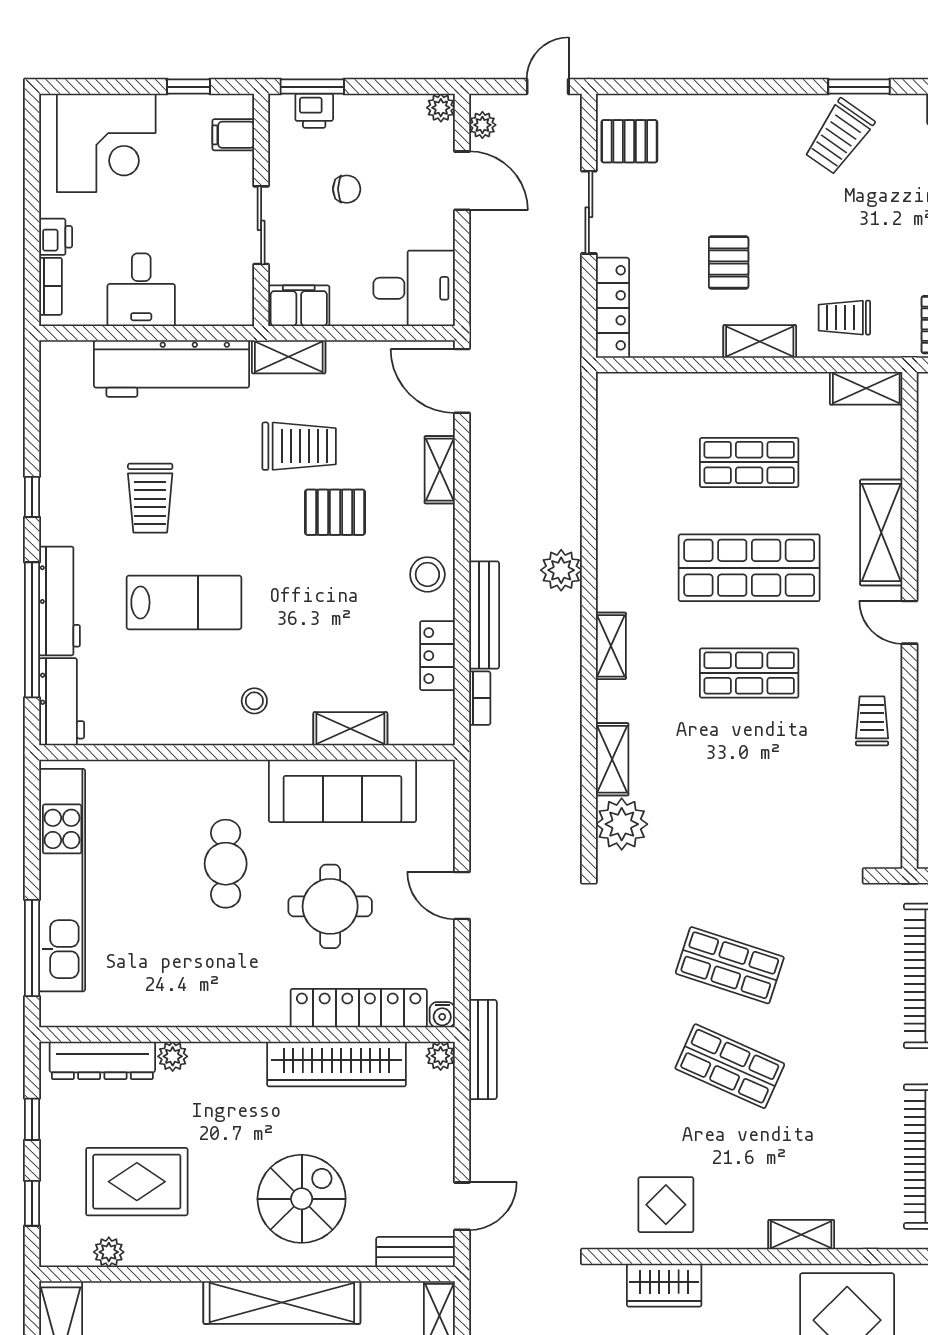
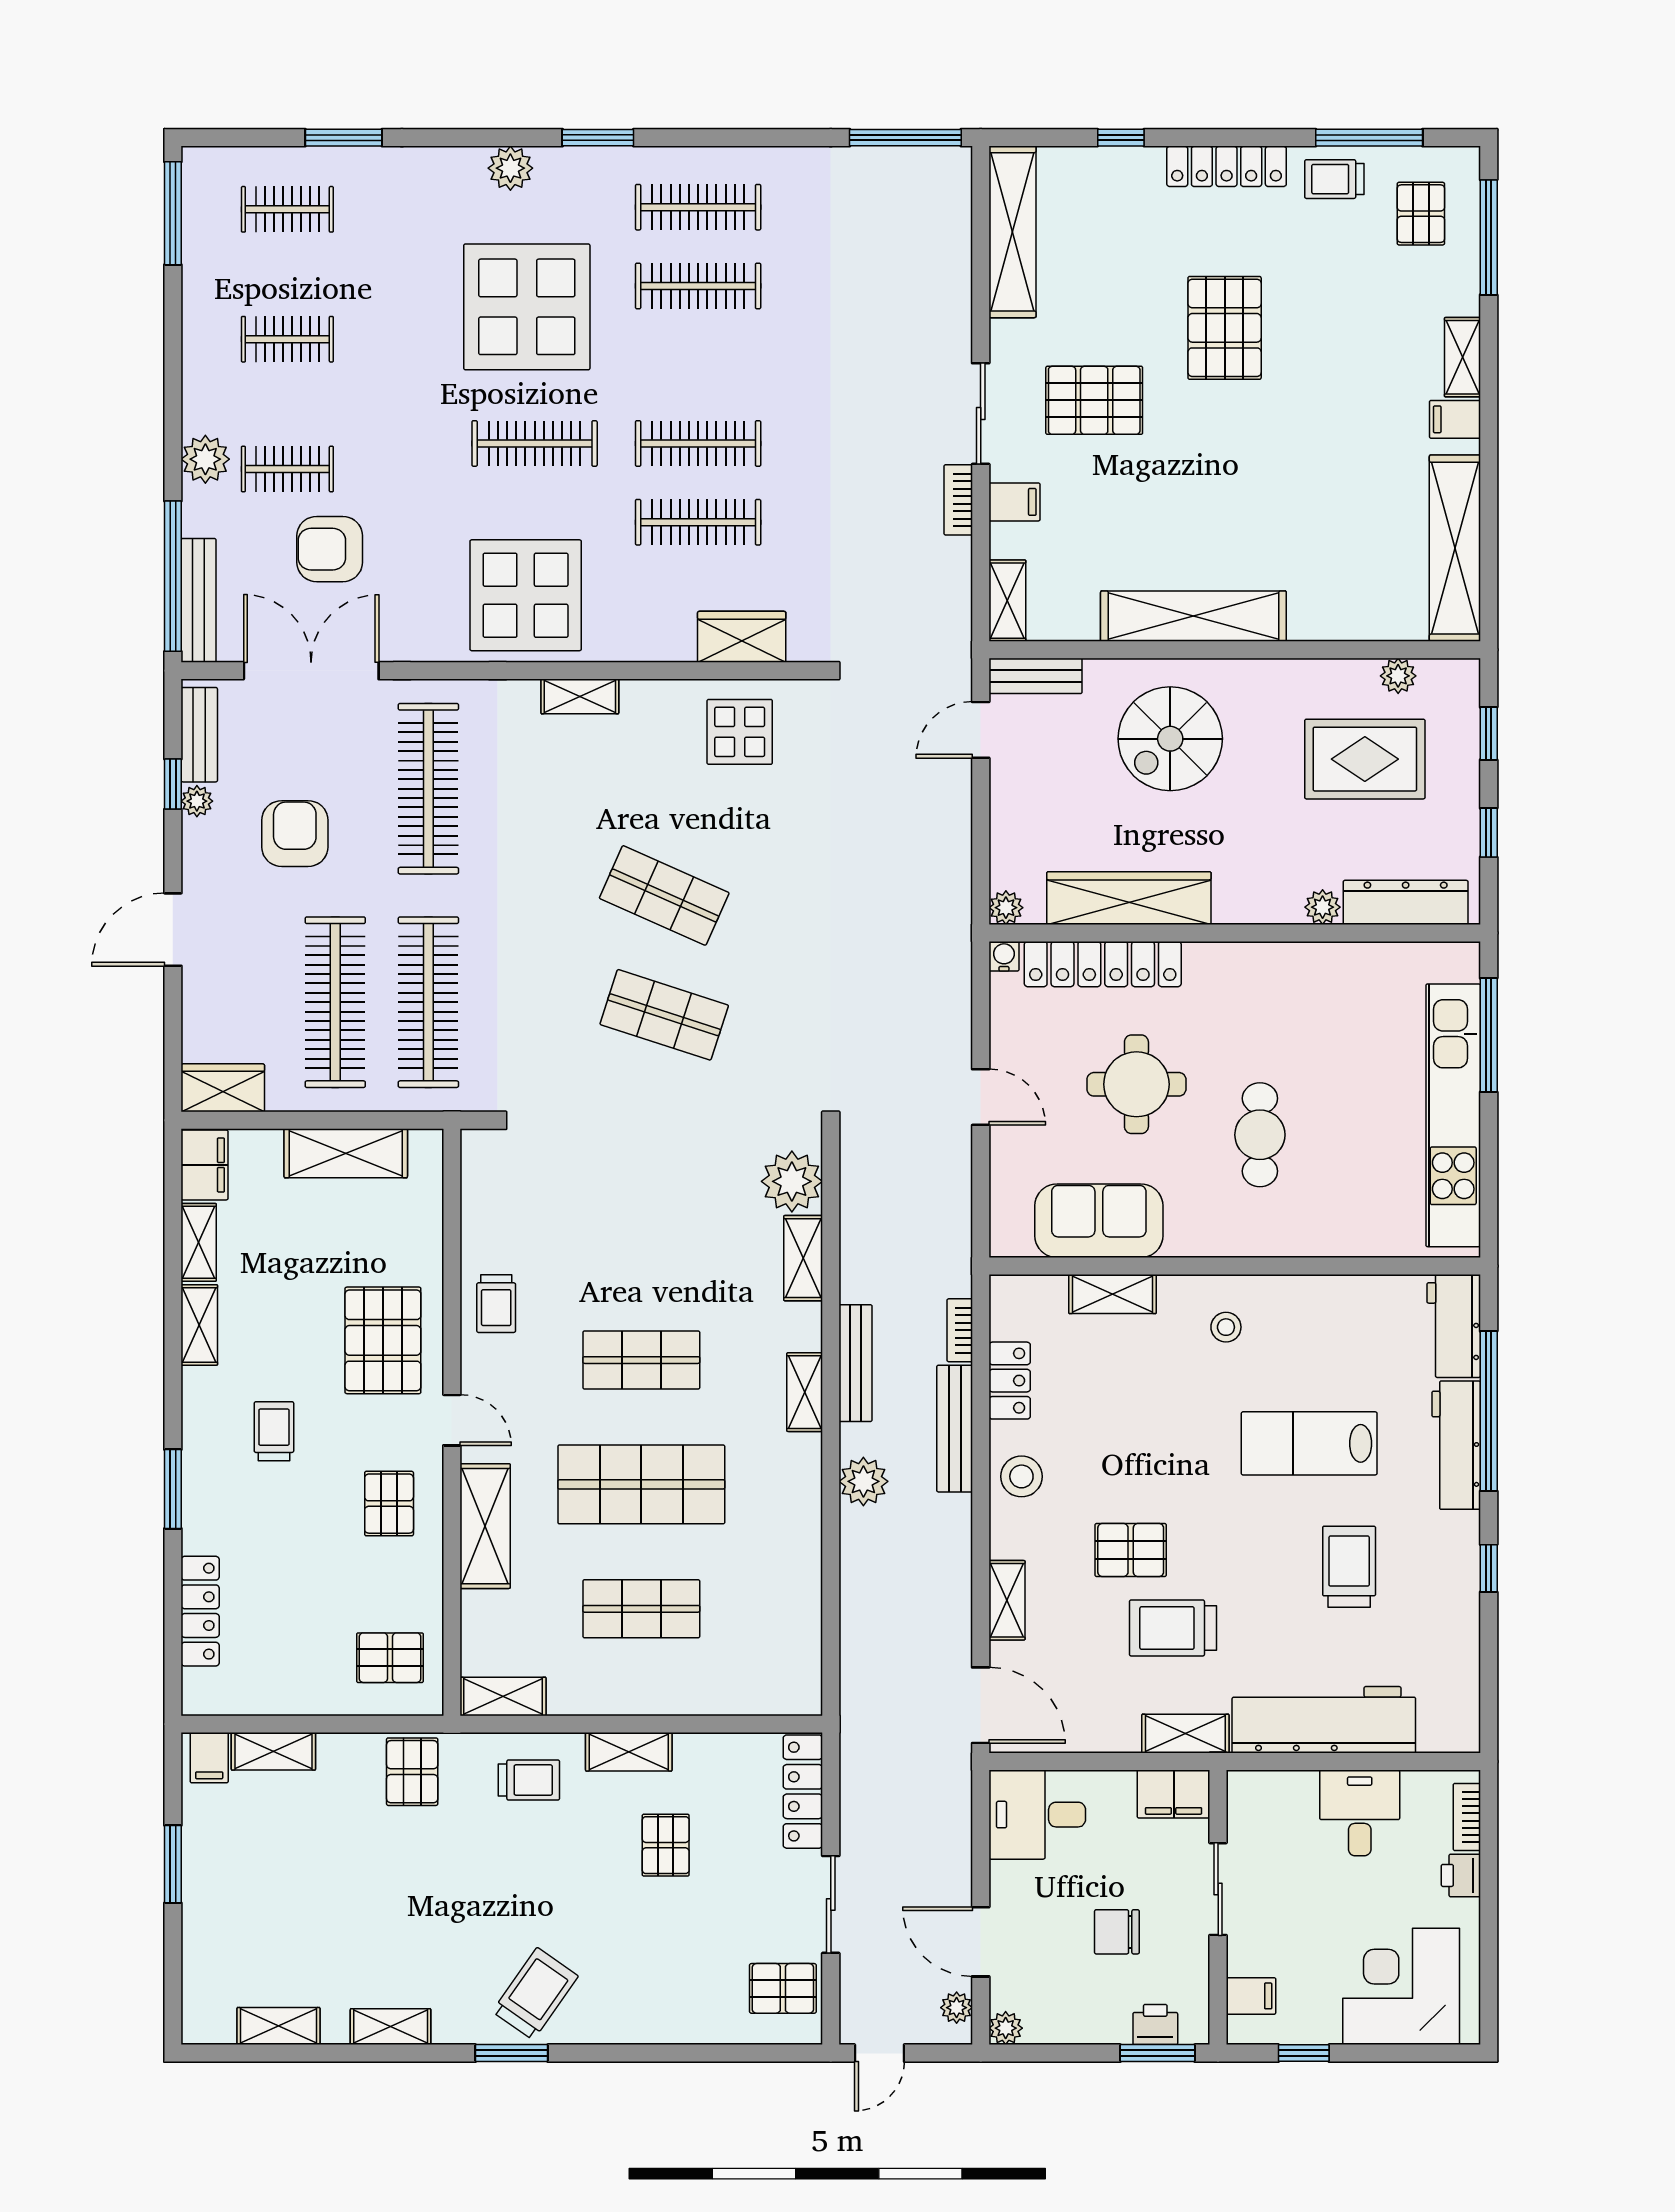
chair: (347, 189) -> (1117, 1932), width x1.37, depth x1.37
sofa: (342, 791) -> (1099, 1221), width x0.73
bench: (483, 1049) -> (855, 1363), moved

